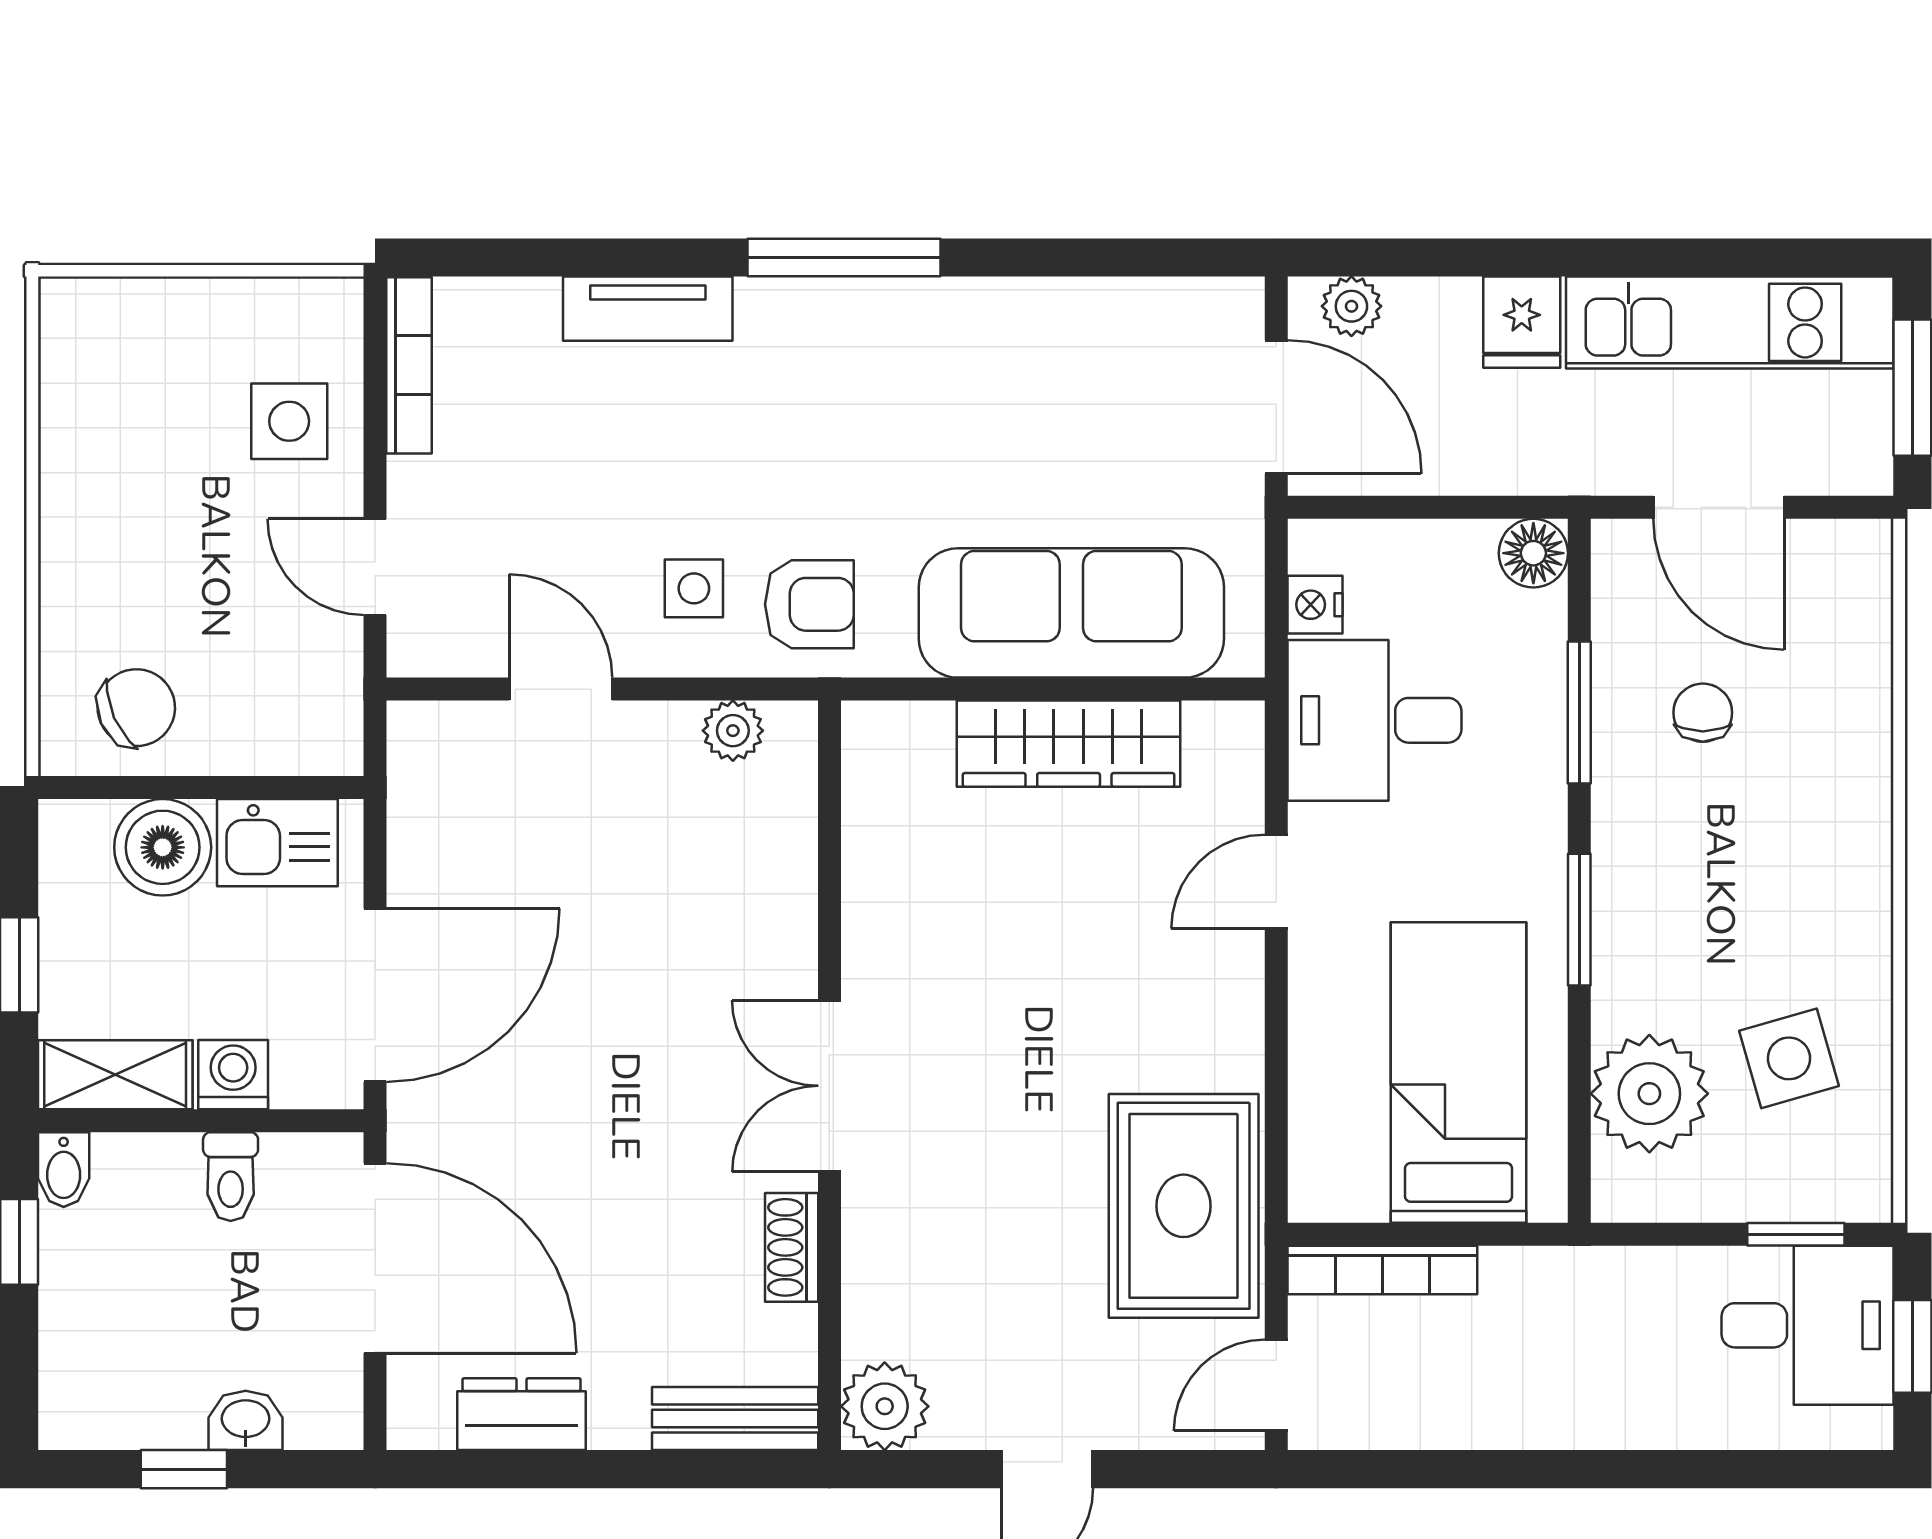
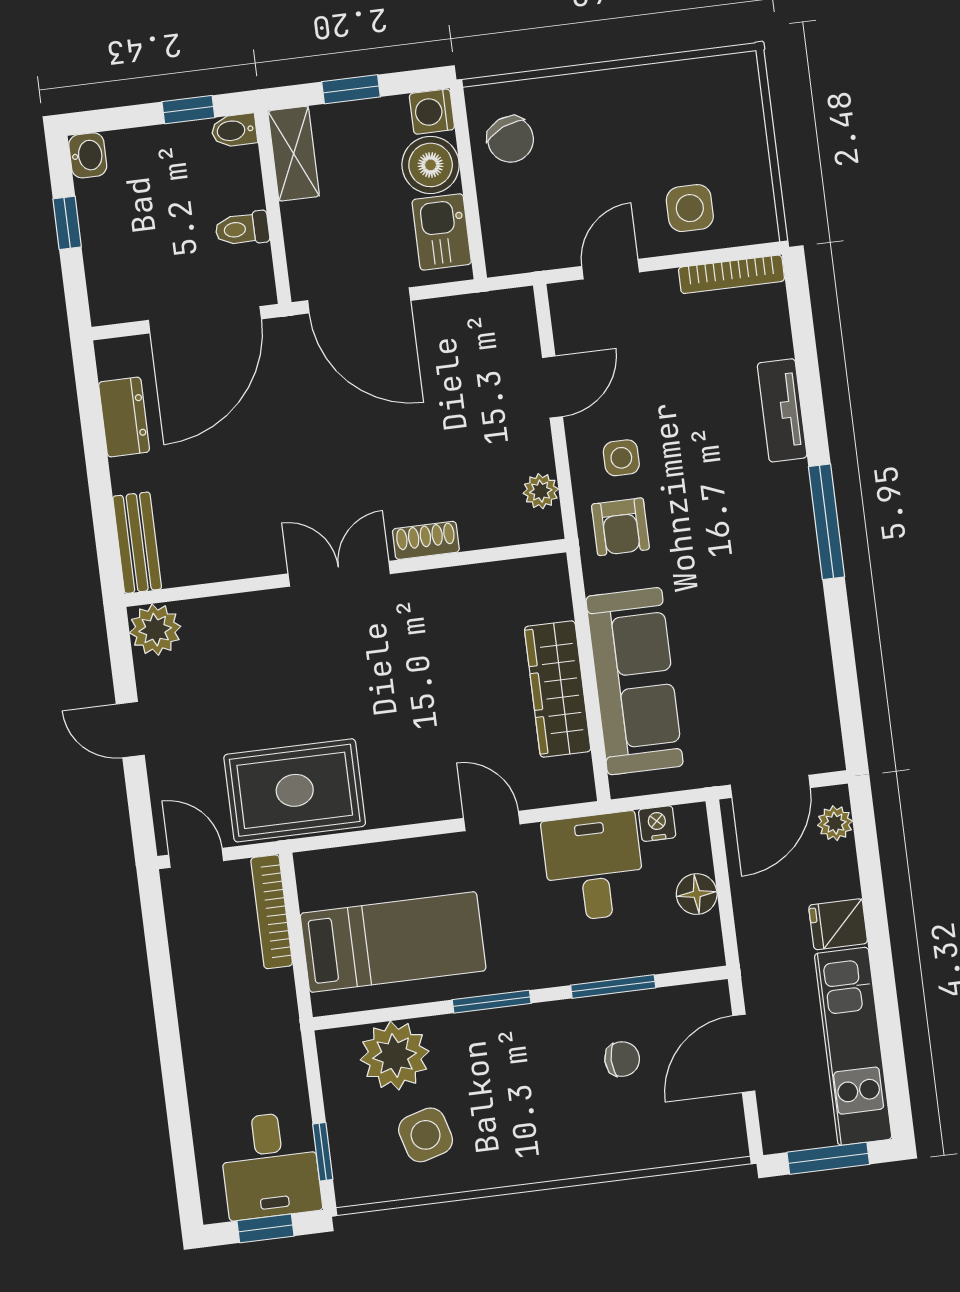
floor lamp: (1533, 553) -> (697, 894), moved
washing machine: (233, 1075) -> (432, 112), moved, turned 180
shoe rack: (792, 1247) -> (426, 540), moved
washbasin: (246, 1420) -> (88, 155), moved

